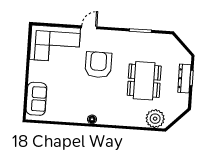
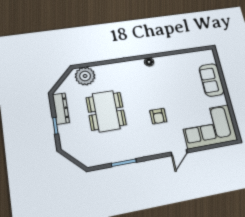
armchair: (98, 65) -> (158, 116), width x0.53, depth x0.53
dresser: (184, 79) -> (61, 108), moved
sofa: (36, 99) -> (212, 80), moved

